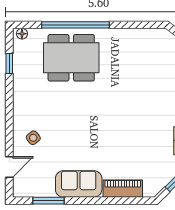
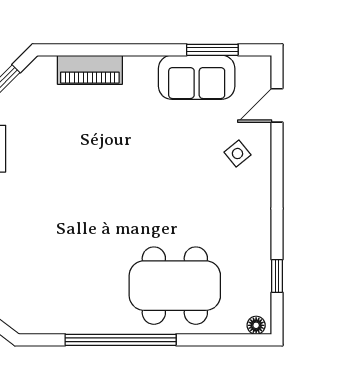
window: (75, 25) -> (121, 340), moved
sofa: (79, 184) -> (197, 77), moved

